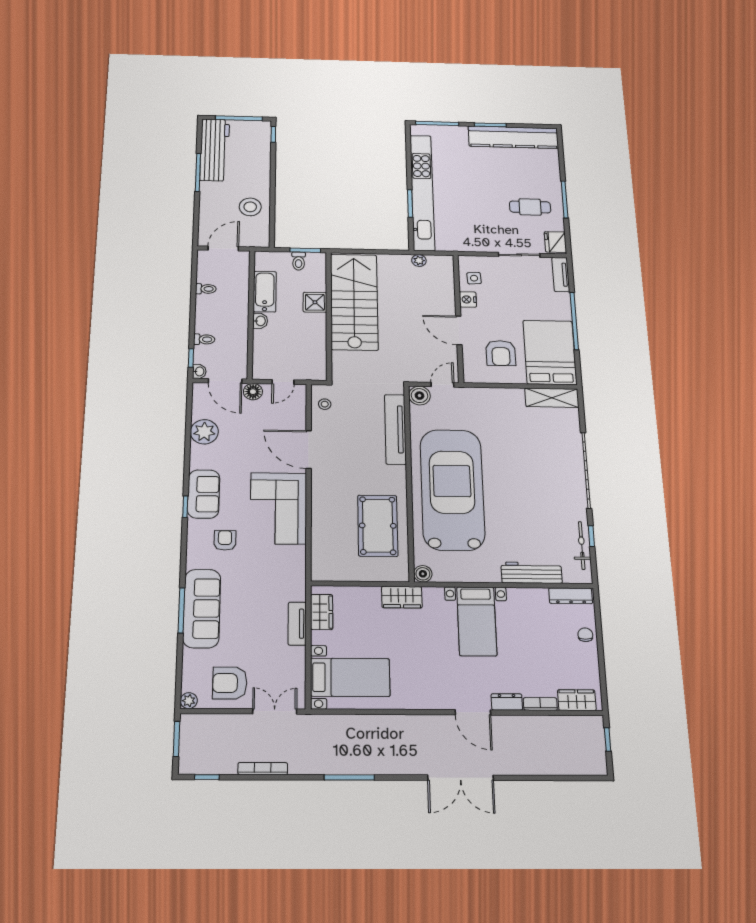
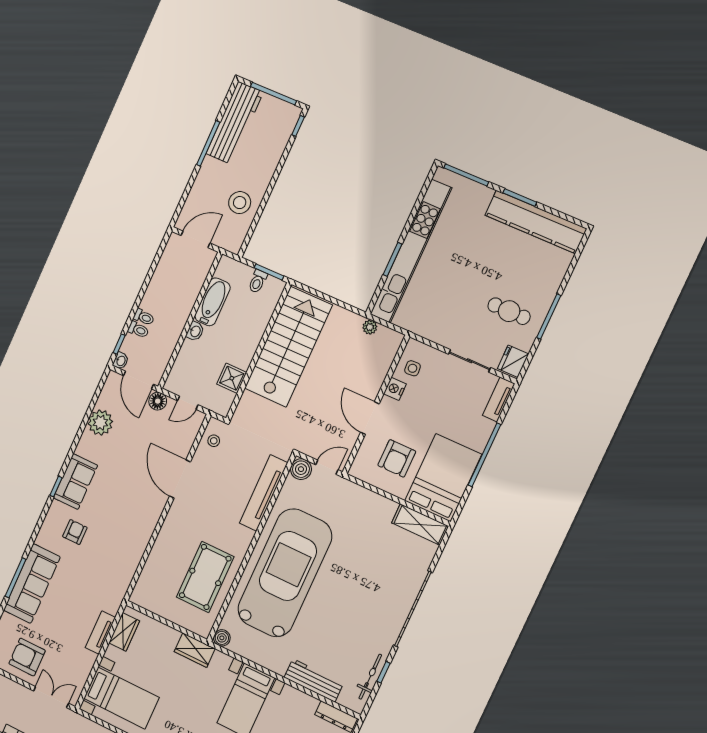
toilet: (206, 289) -> (144, 317), moved
shower: (315, 302) -> (232, 378), moved
corner sofa: (278, 508) -> (130, 523), removed

